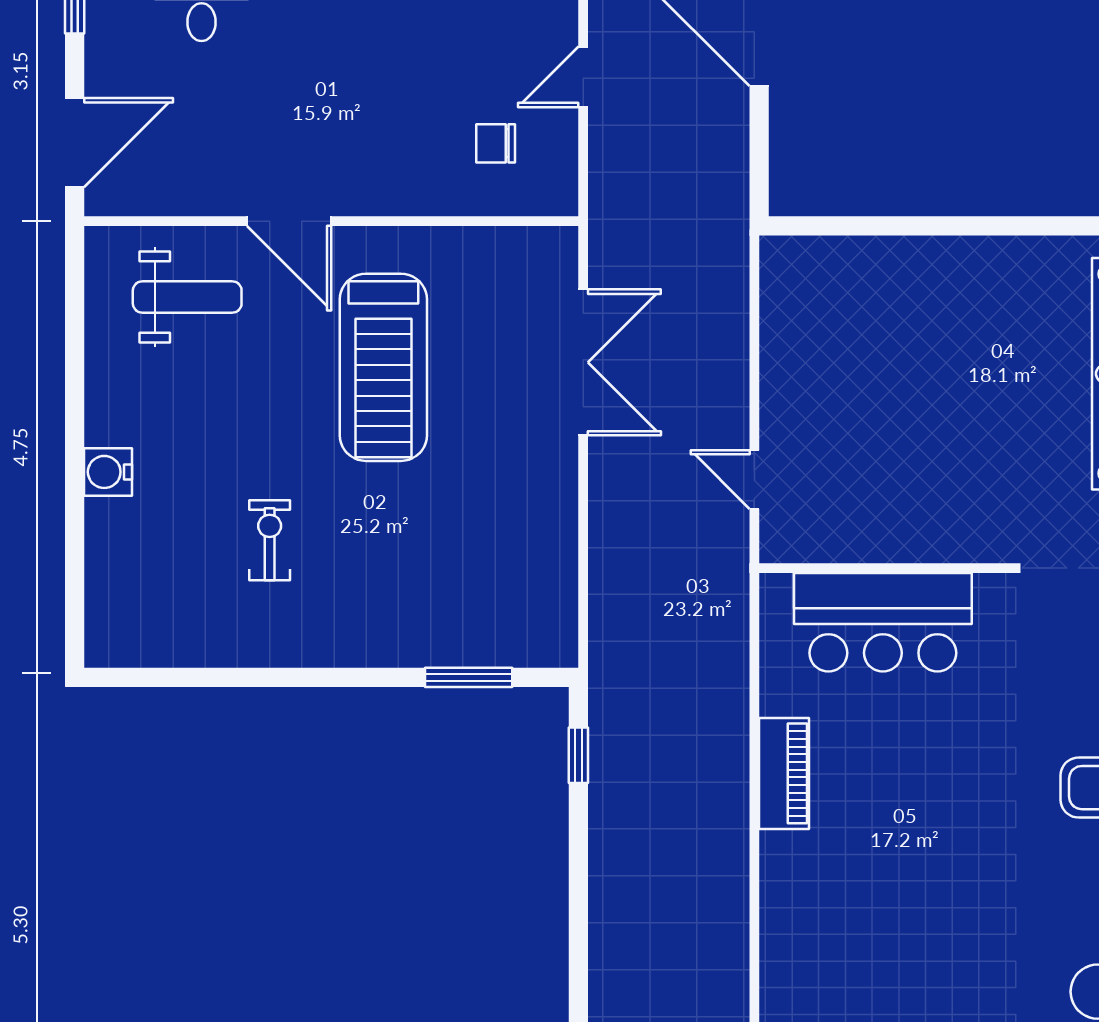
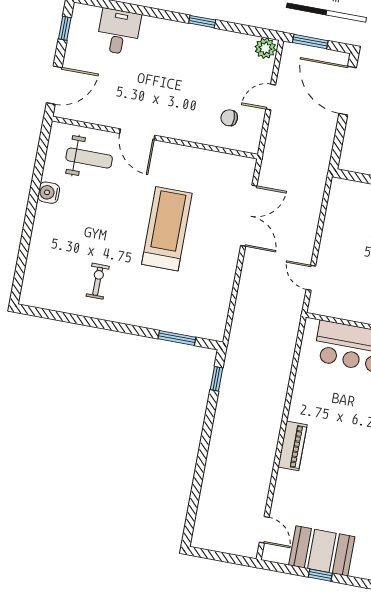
treadmill: (383, 367) -> (167, 229), moved, turned 180
water cooler: (108, 472) -> (49, 193), moved
exercise bike: (270, 540) -> (98, 281), moved
piano: (784, 773) -> (292, 446), moved

